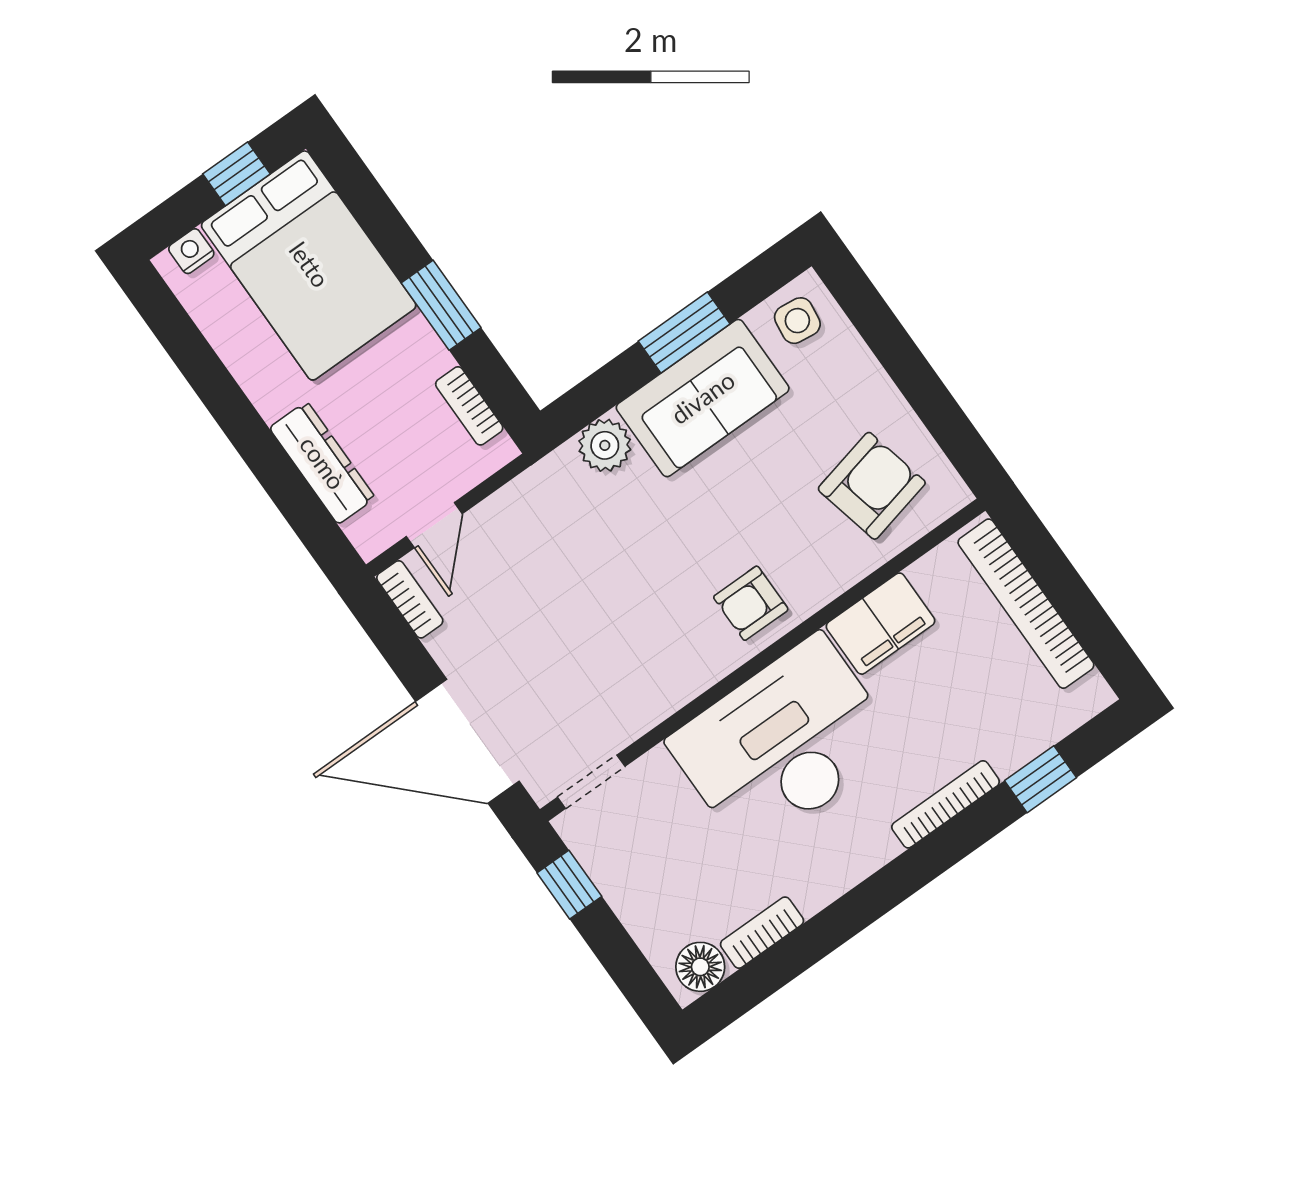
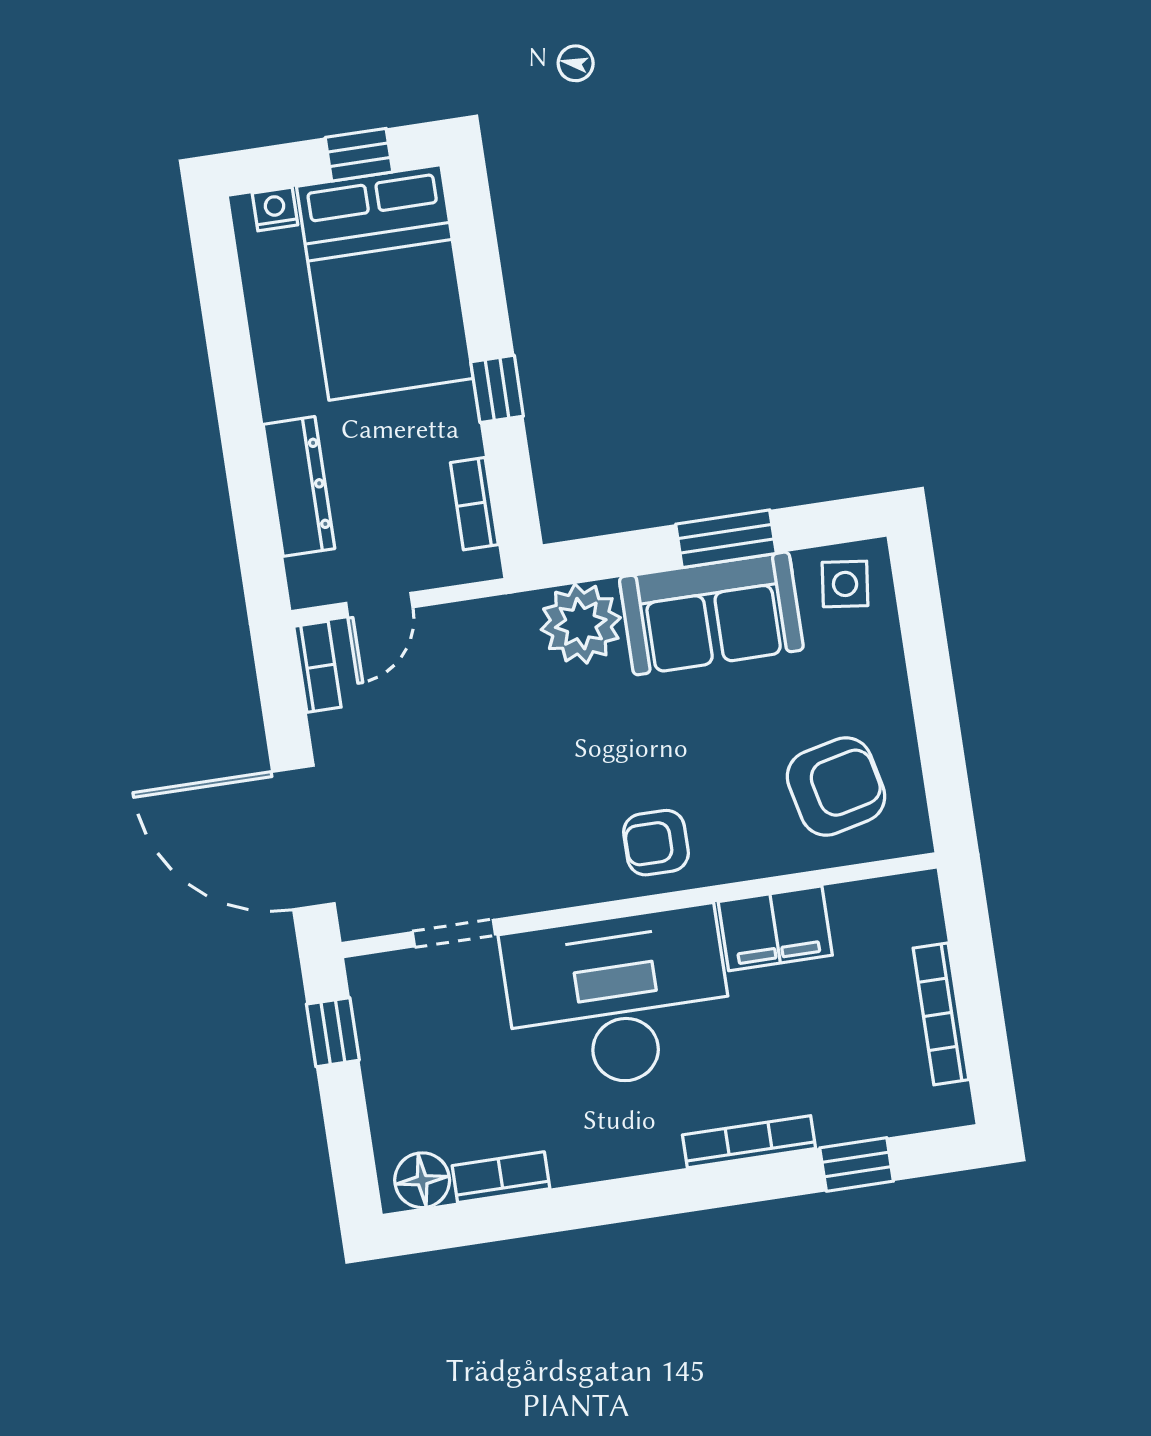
window: (441, 305) -> (497, 389), width x0.67
plant: (605, 445) -> (581, 624), width x1.36, depth x1.36
bookcase: (1026, 604) -> (941, 1014), width x0.68, depth x0.76
doorway: (591, 782) -> (454, 933), moved

